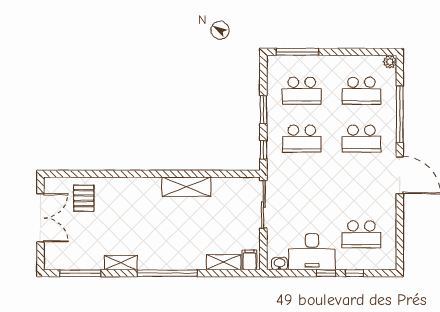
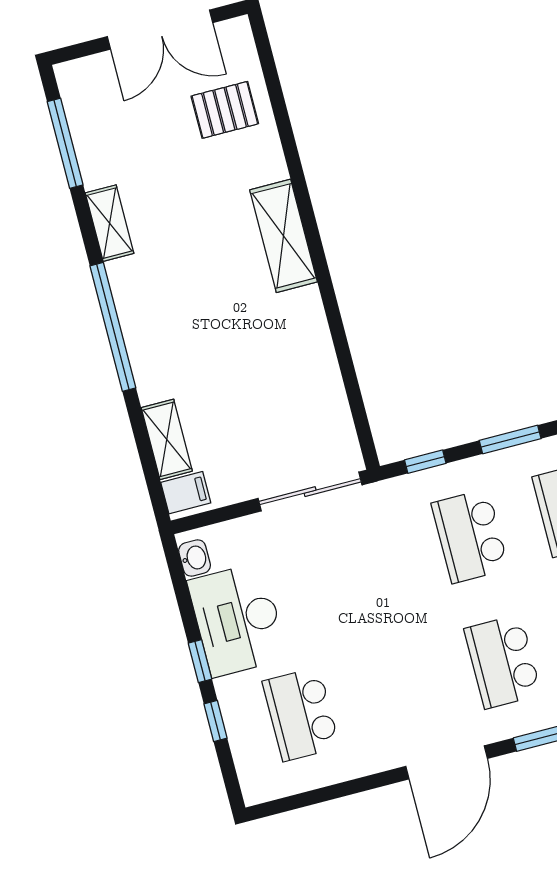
shelving: (187, 187) -> (284, 236), moved

